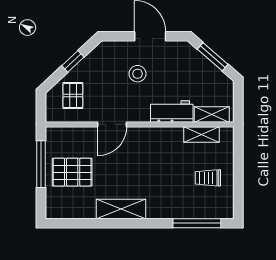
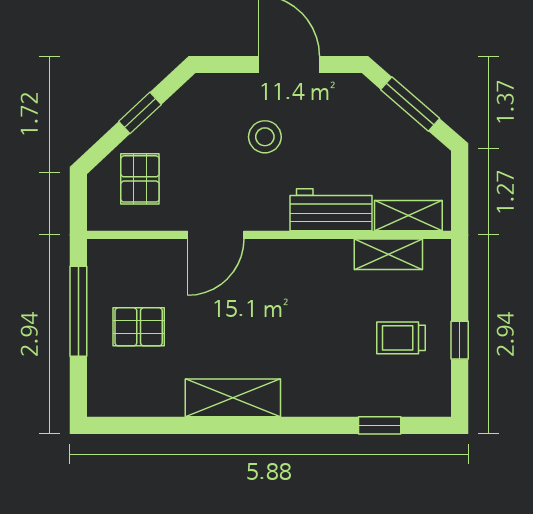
pallet: (72, 172) -> (139, 327), width x0.67, depth x0.71
window: (238, 179) -> (460, 340), added
window: (197, 223) -> (380, 425), width x0.46

